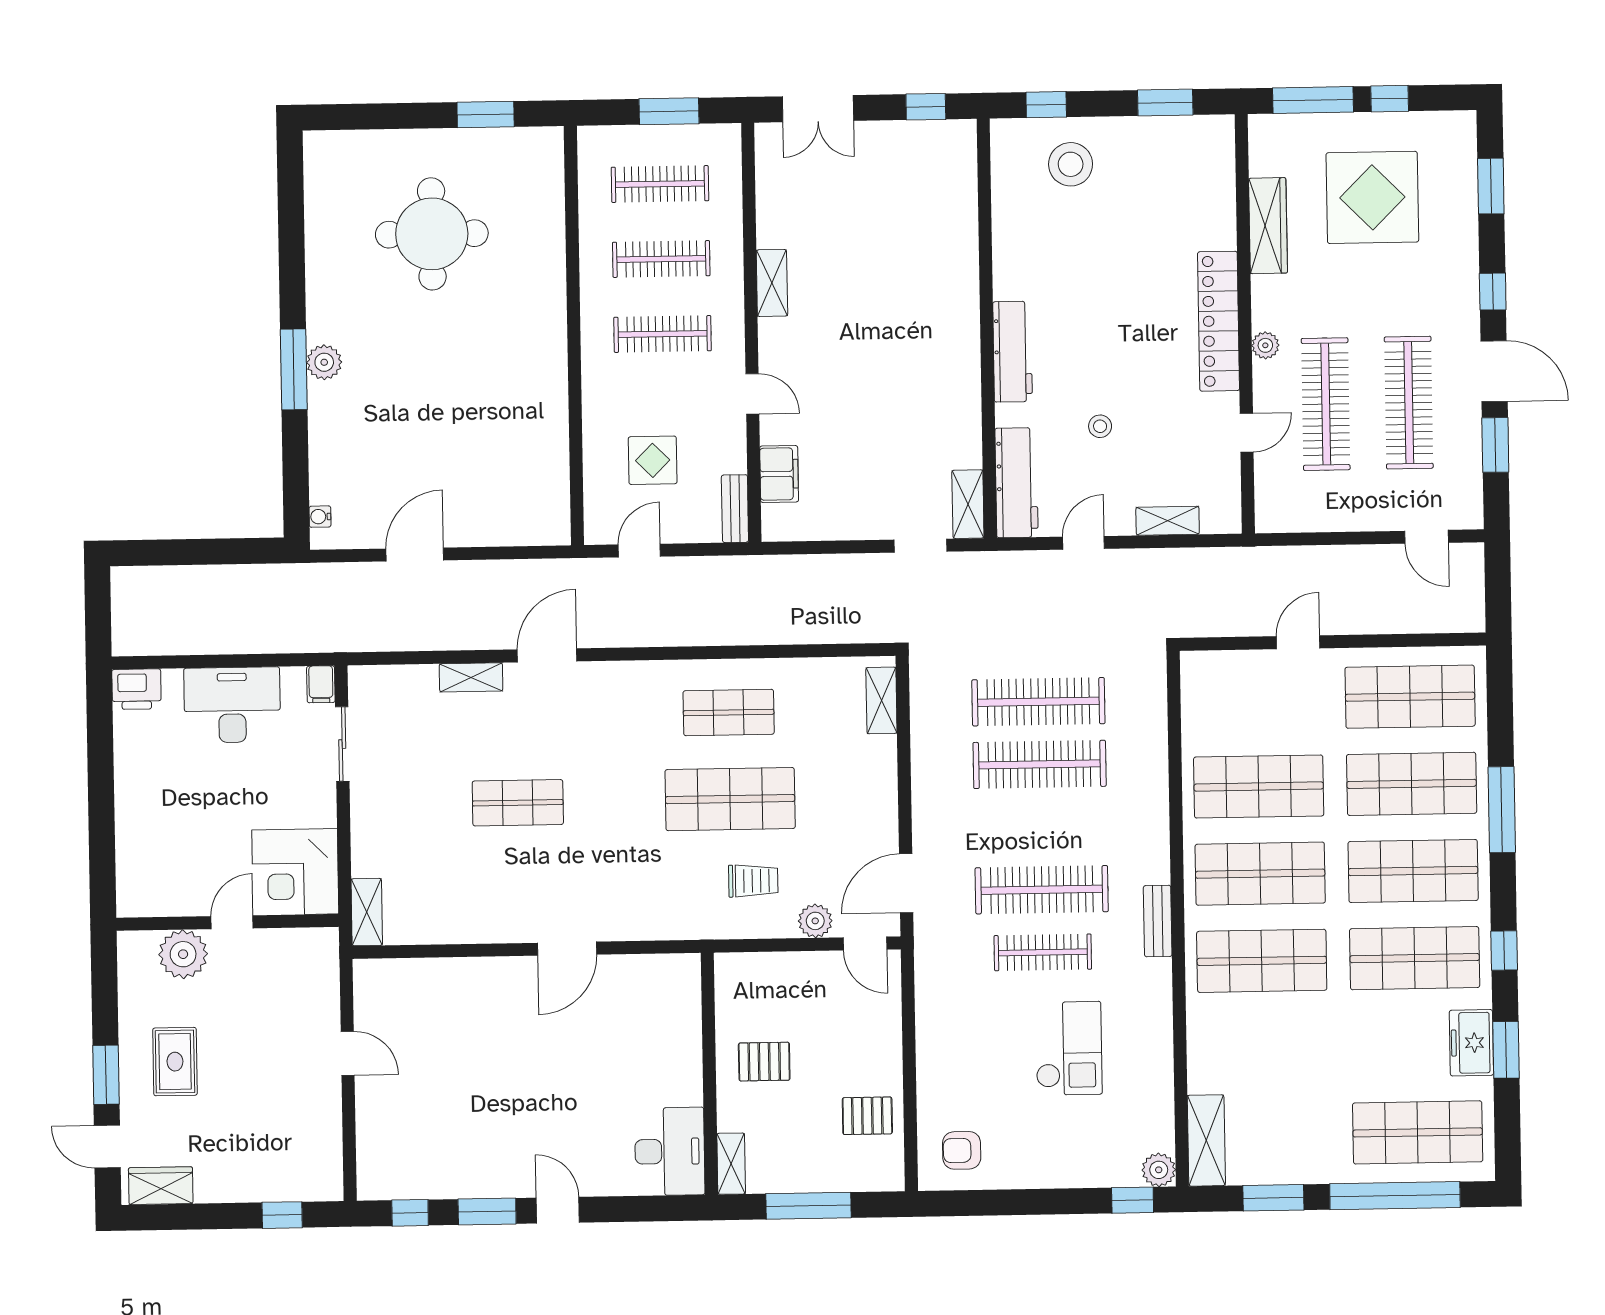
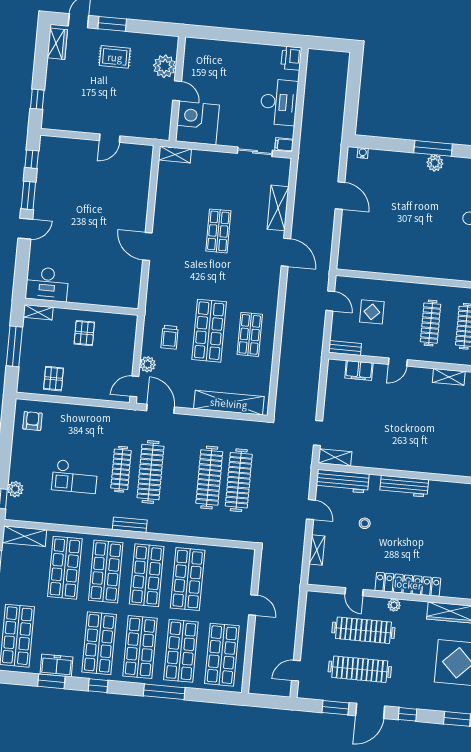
shelving: (471, 677) -> (278, 208), width x1.50, depth x1.33
shelving: (881, 700) -> (229, 403), width x2.20, depth x1.33
shop shelf: (1263, 1048) -> (65, 568), added
plant: (1159, 1170) -> (15, 489), moved

